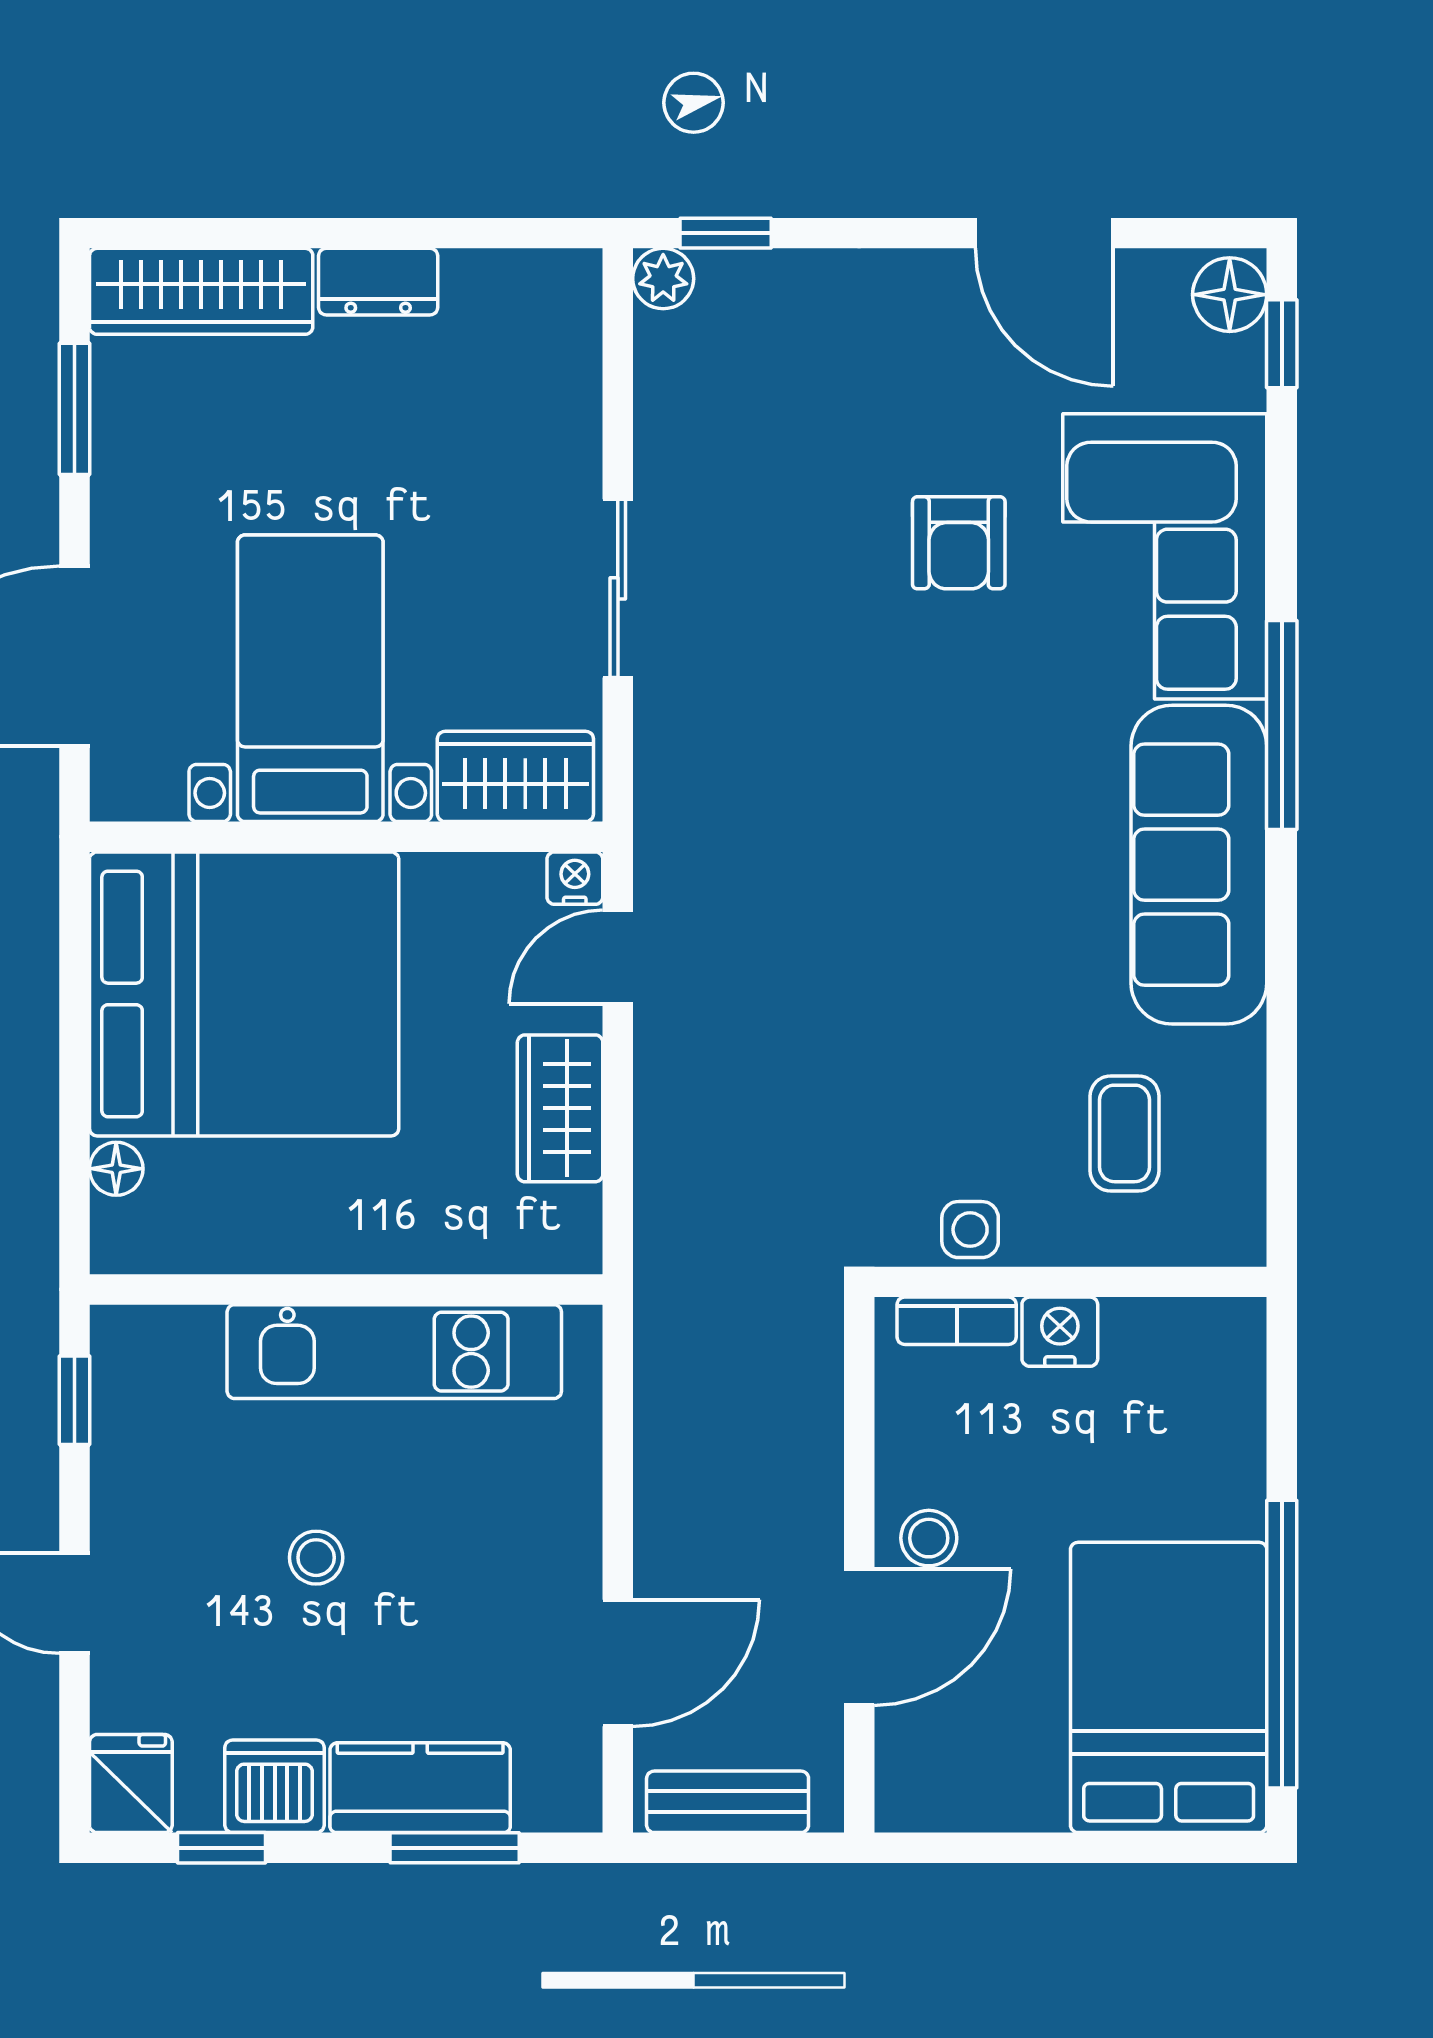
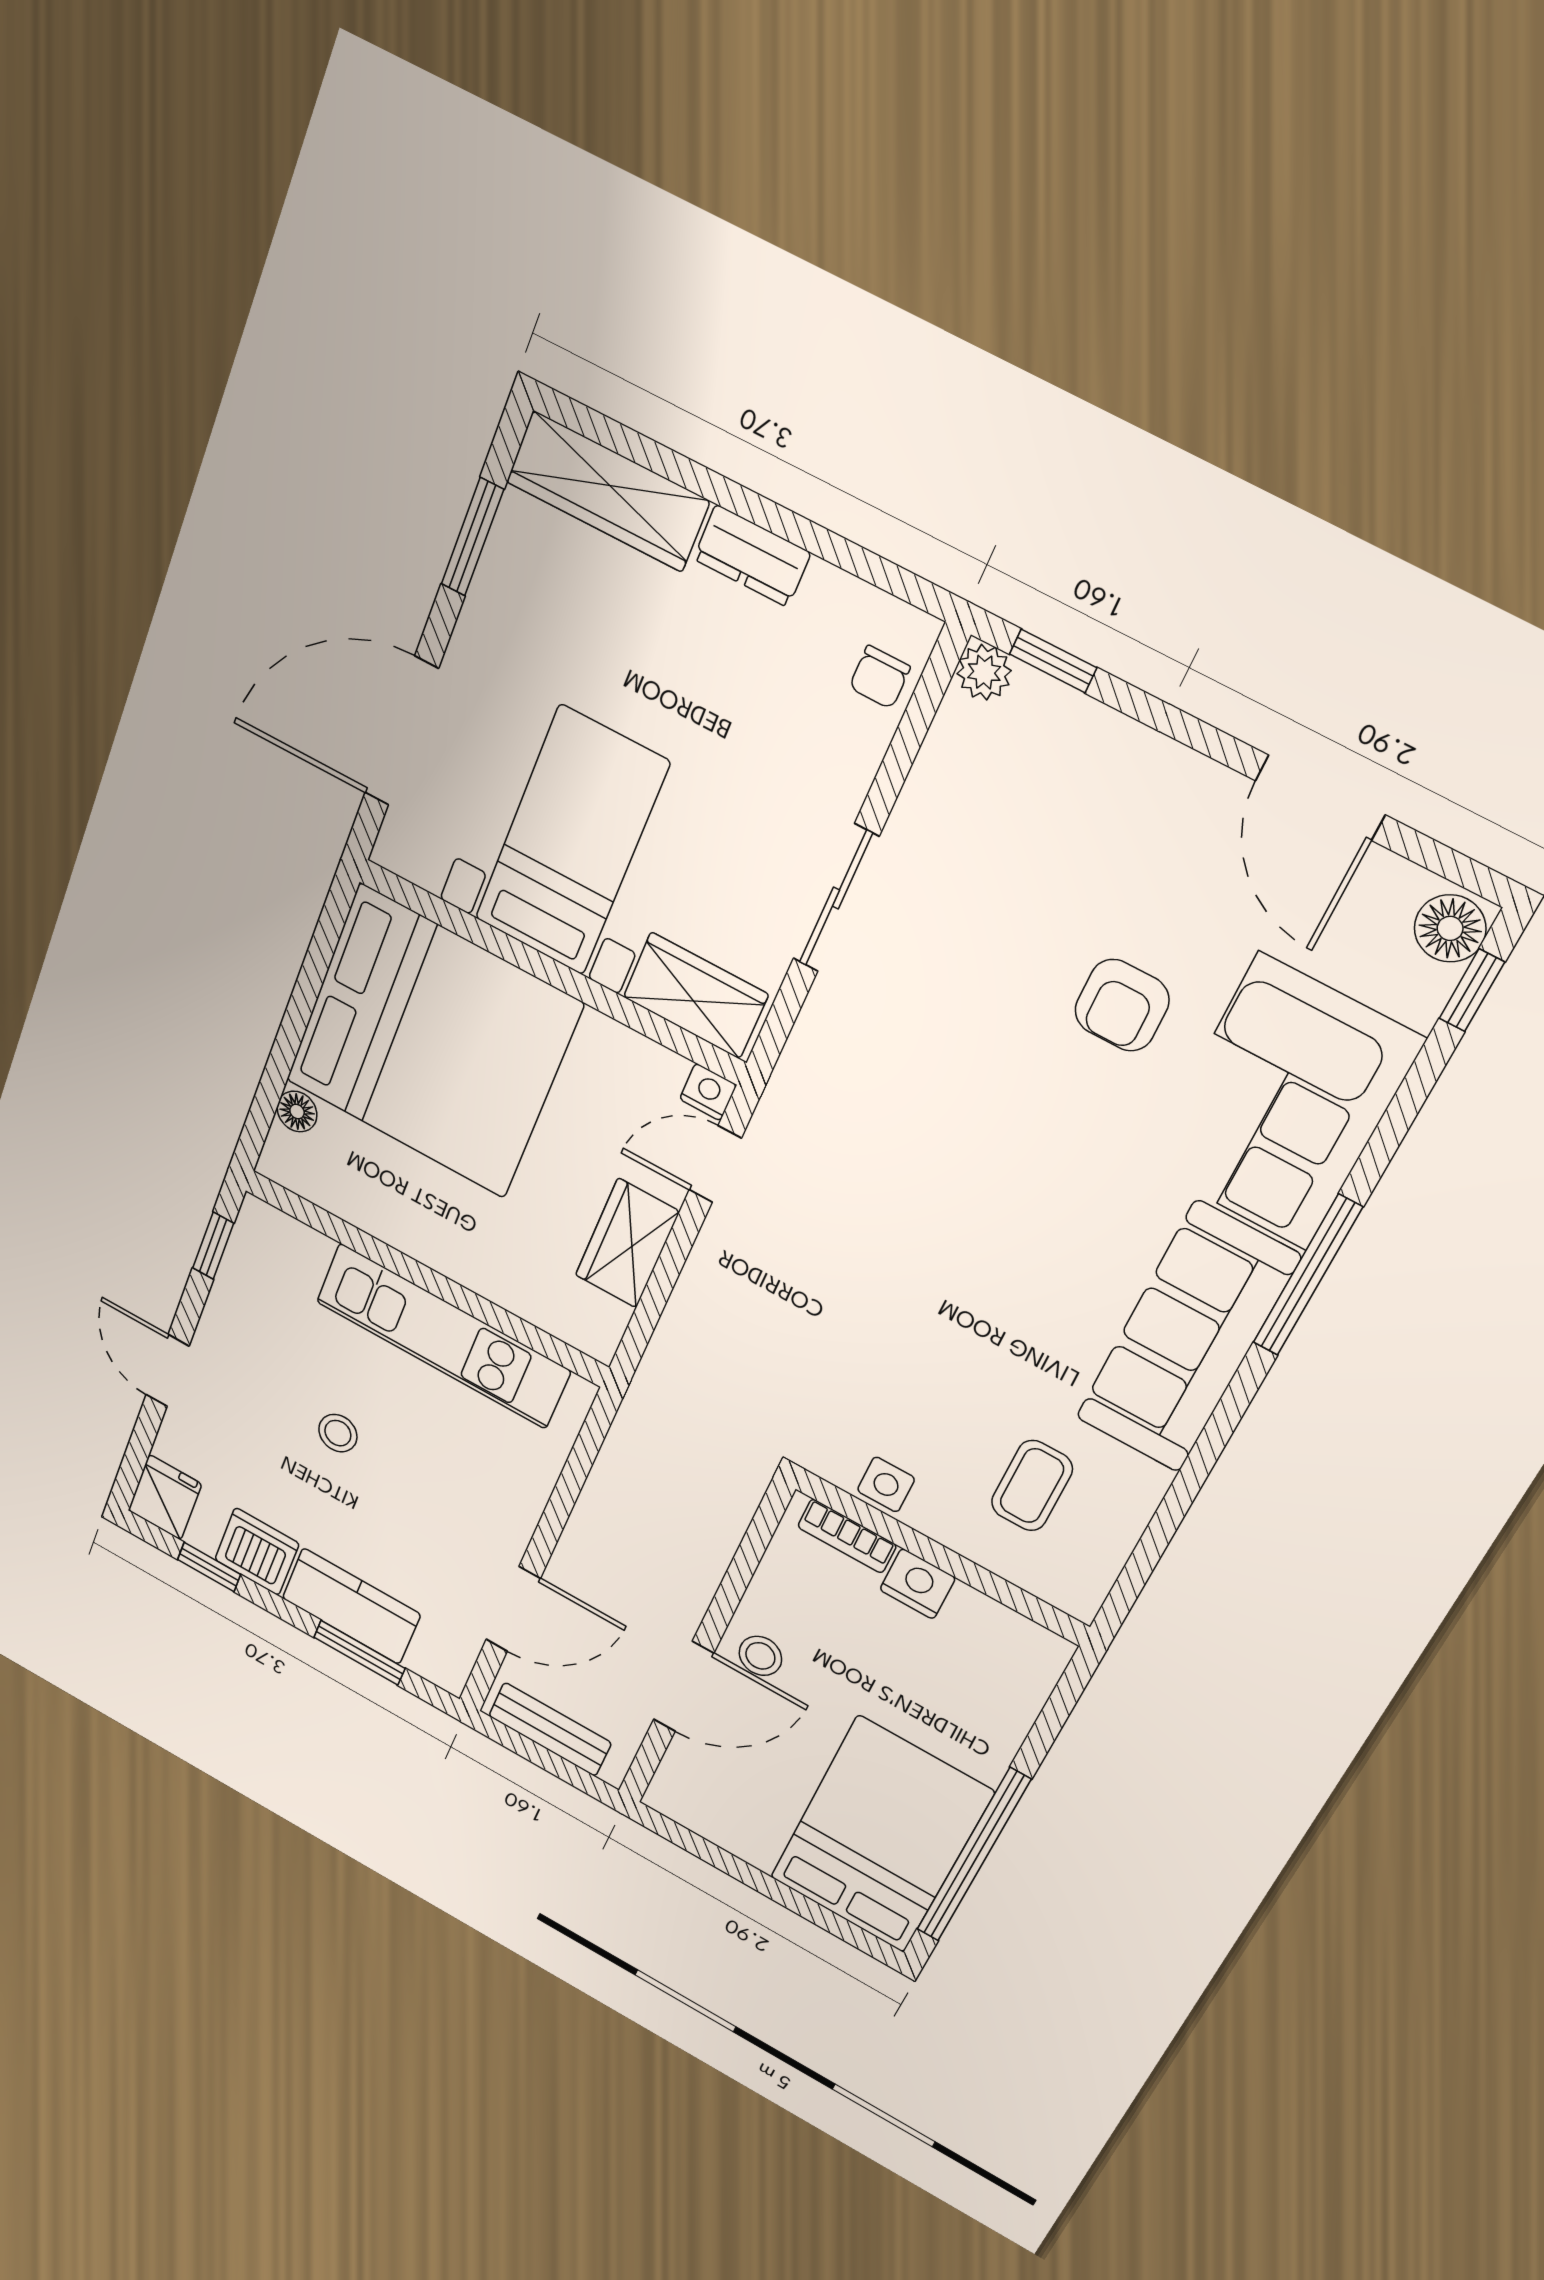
chair: (561, 337) -> (880, 677), added

